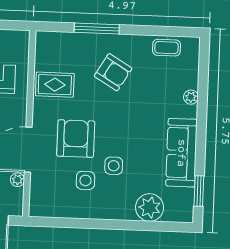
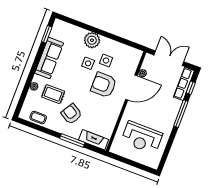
fireplace: (62, 42) -> (94, 140), added
rug: (55, 85) -> (53, 94), moved
armchair: (76, 139) -> (104, 85), turned 90
plant: (150, 208) -> (92, 40), moved

